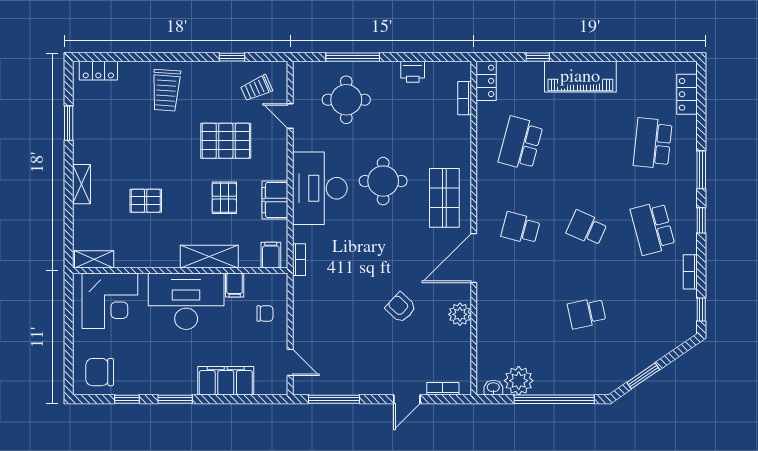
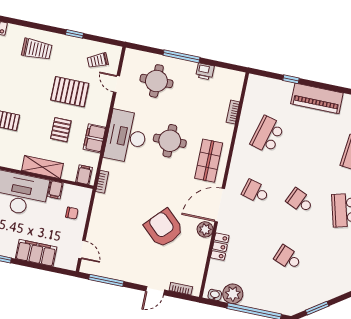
window: (232, 57) -> (75, 34), moved
window: (353, 57) -> (181, 56), moved
locker: (486, 81) -> (220, 247), moved
trolley: (166, 90) -> (37, 49), turned -94
bookcase: (465, 98) -> (233, 112), moved
armchair: (401, 308) -> (164, 228), width x1.88, depth x1.88
school desk: (587, 313) -> (288, 258), turned 33
plant: (460, 314) -> (205, 229), moved

